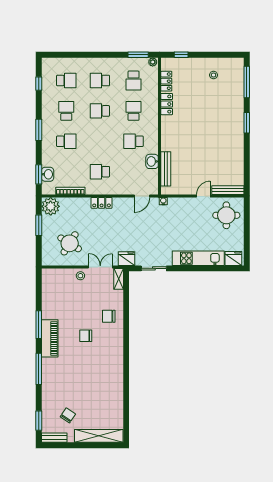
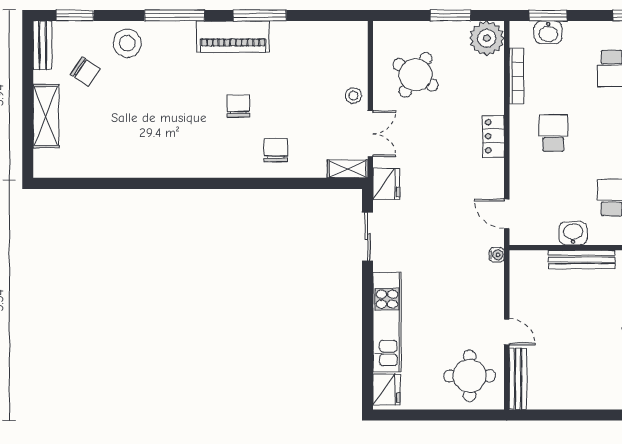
bench: (166, 169) -> (582, 260), moved
stool: (53, 394) -> (127, 43), added
shelving: (99, 436) -> (46, 116), width x0.68

